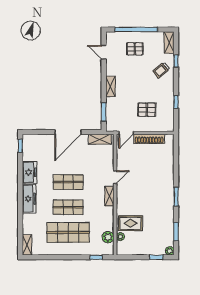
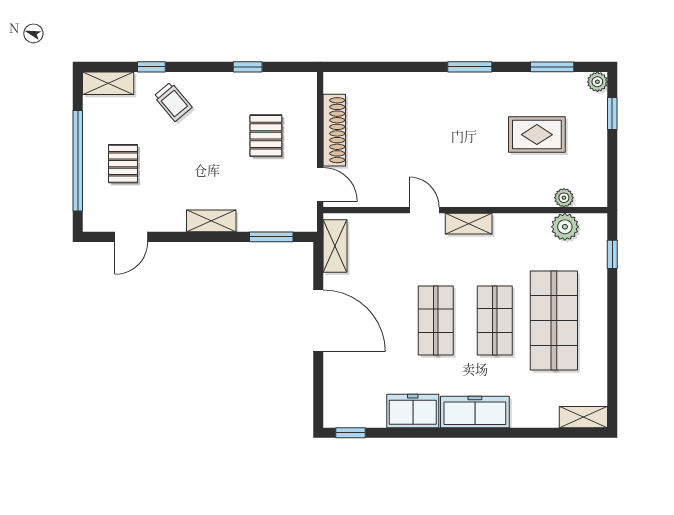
rug: (130, 223) -> (537, 135), moved, turned 90

